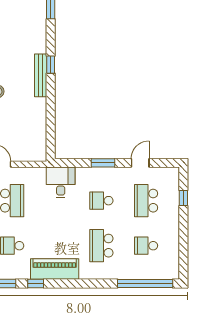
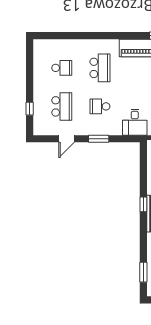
window: (51, 65) -> (143, 204), moved
school desk: (101, 201) -> (100, 106), turned 180
window: (145, 283) -> (62, 36), removed

